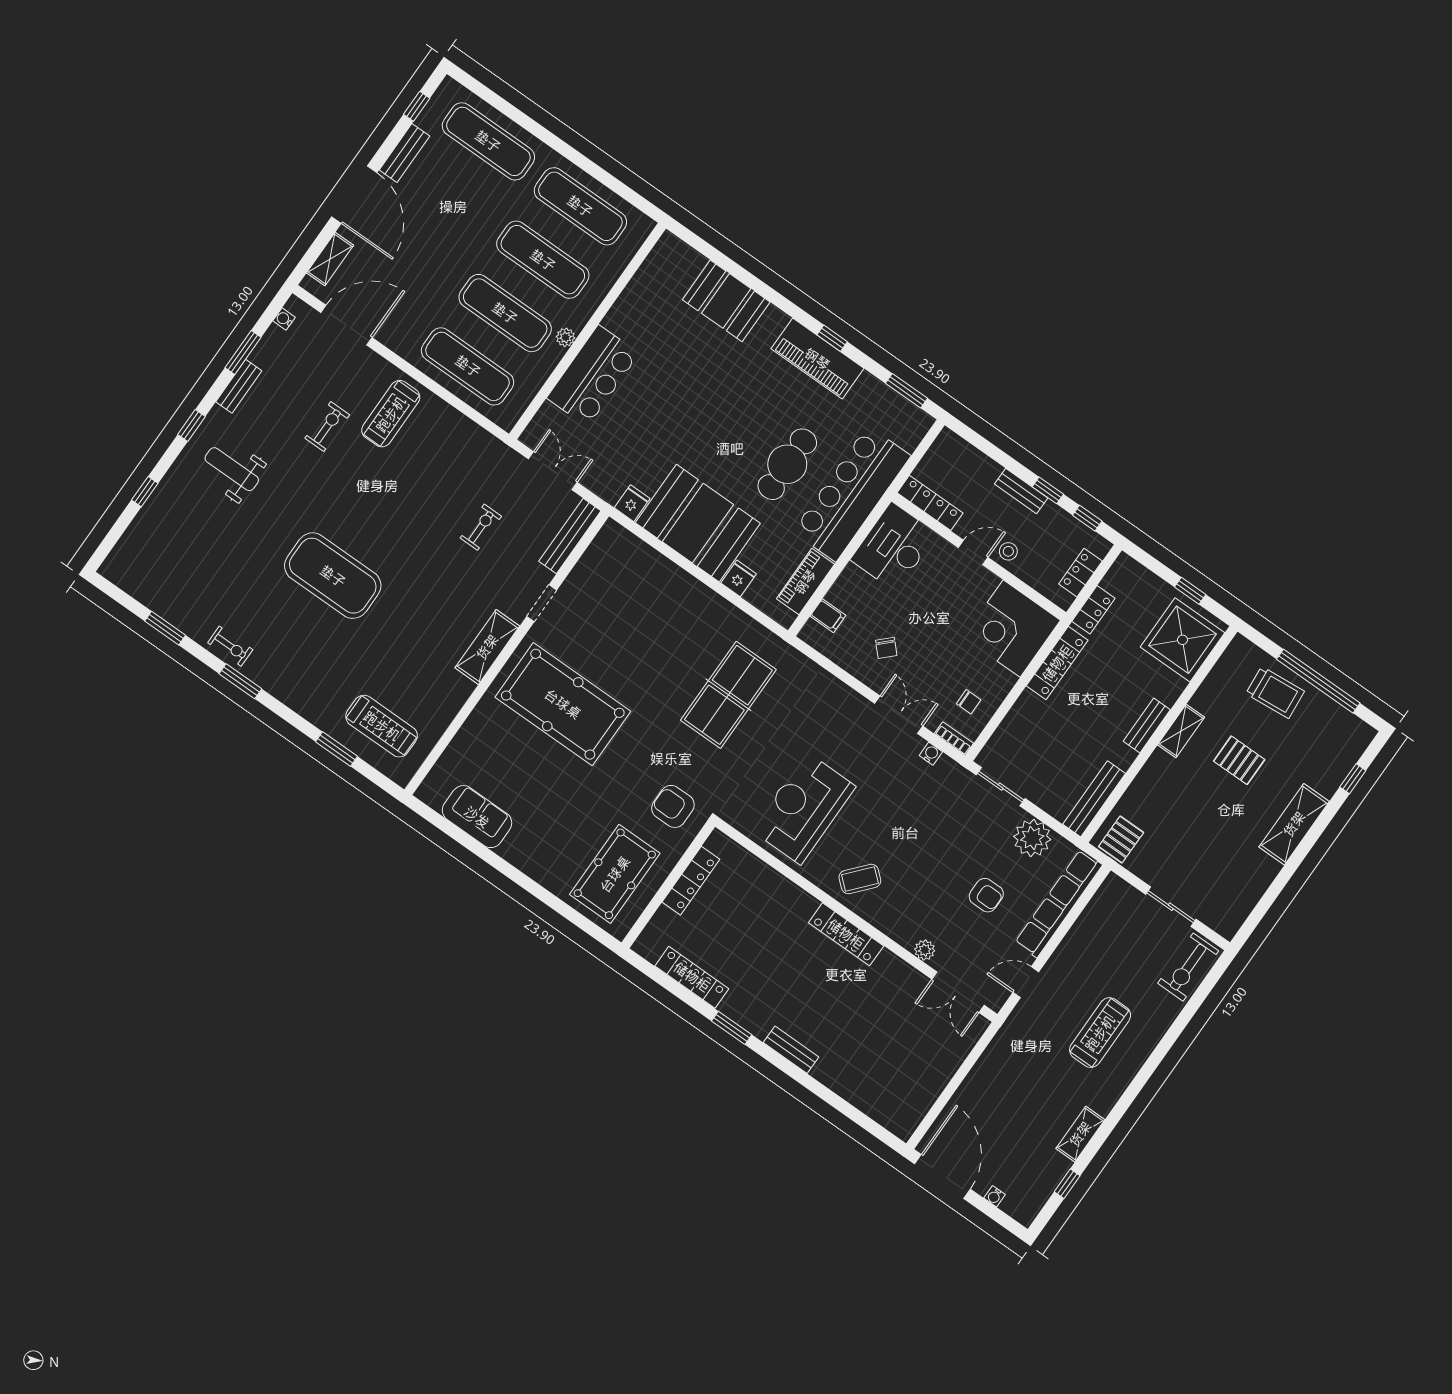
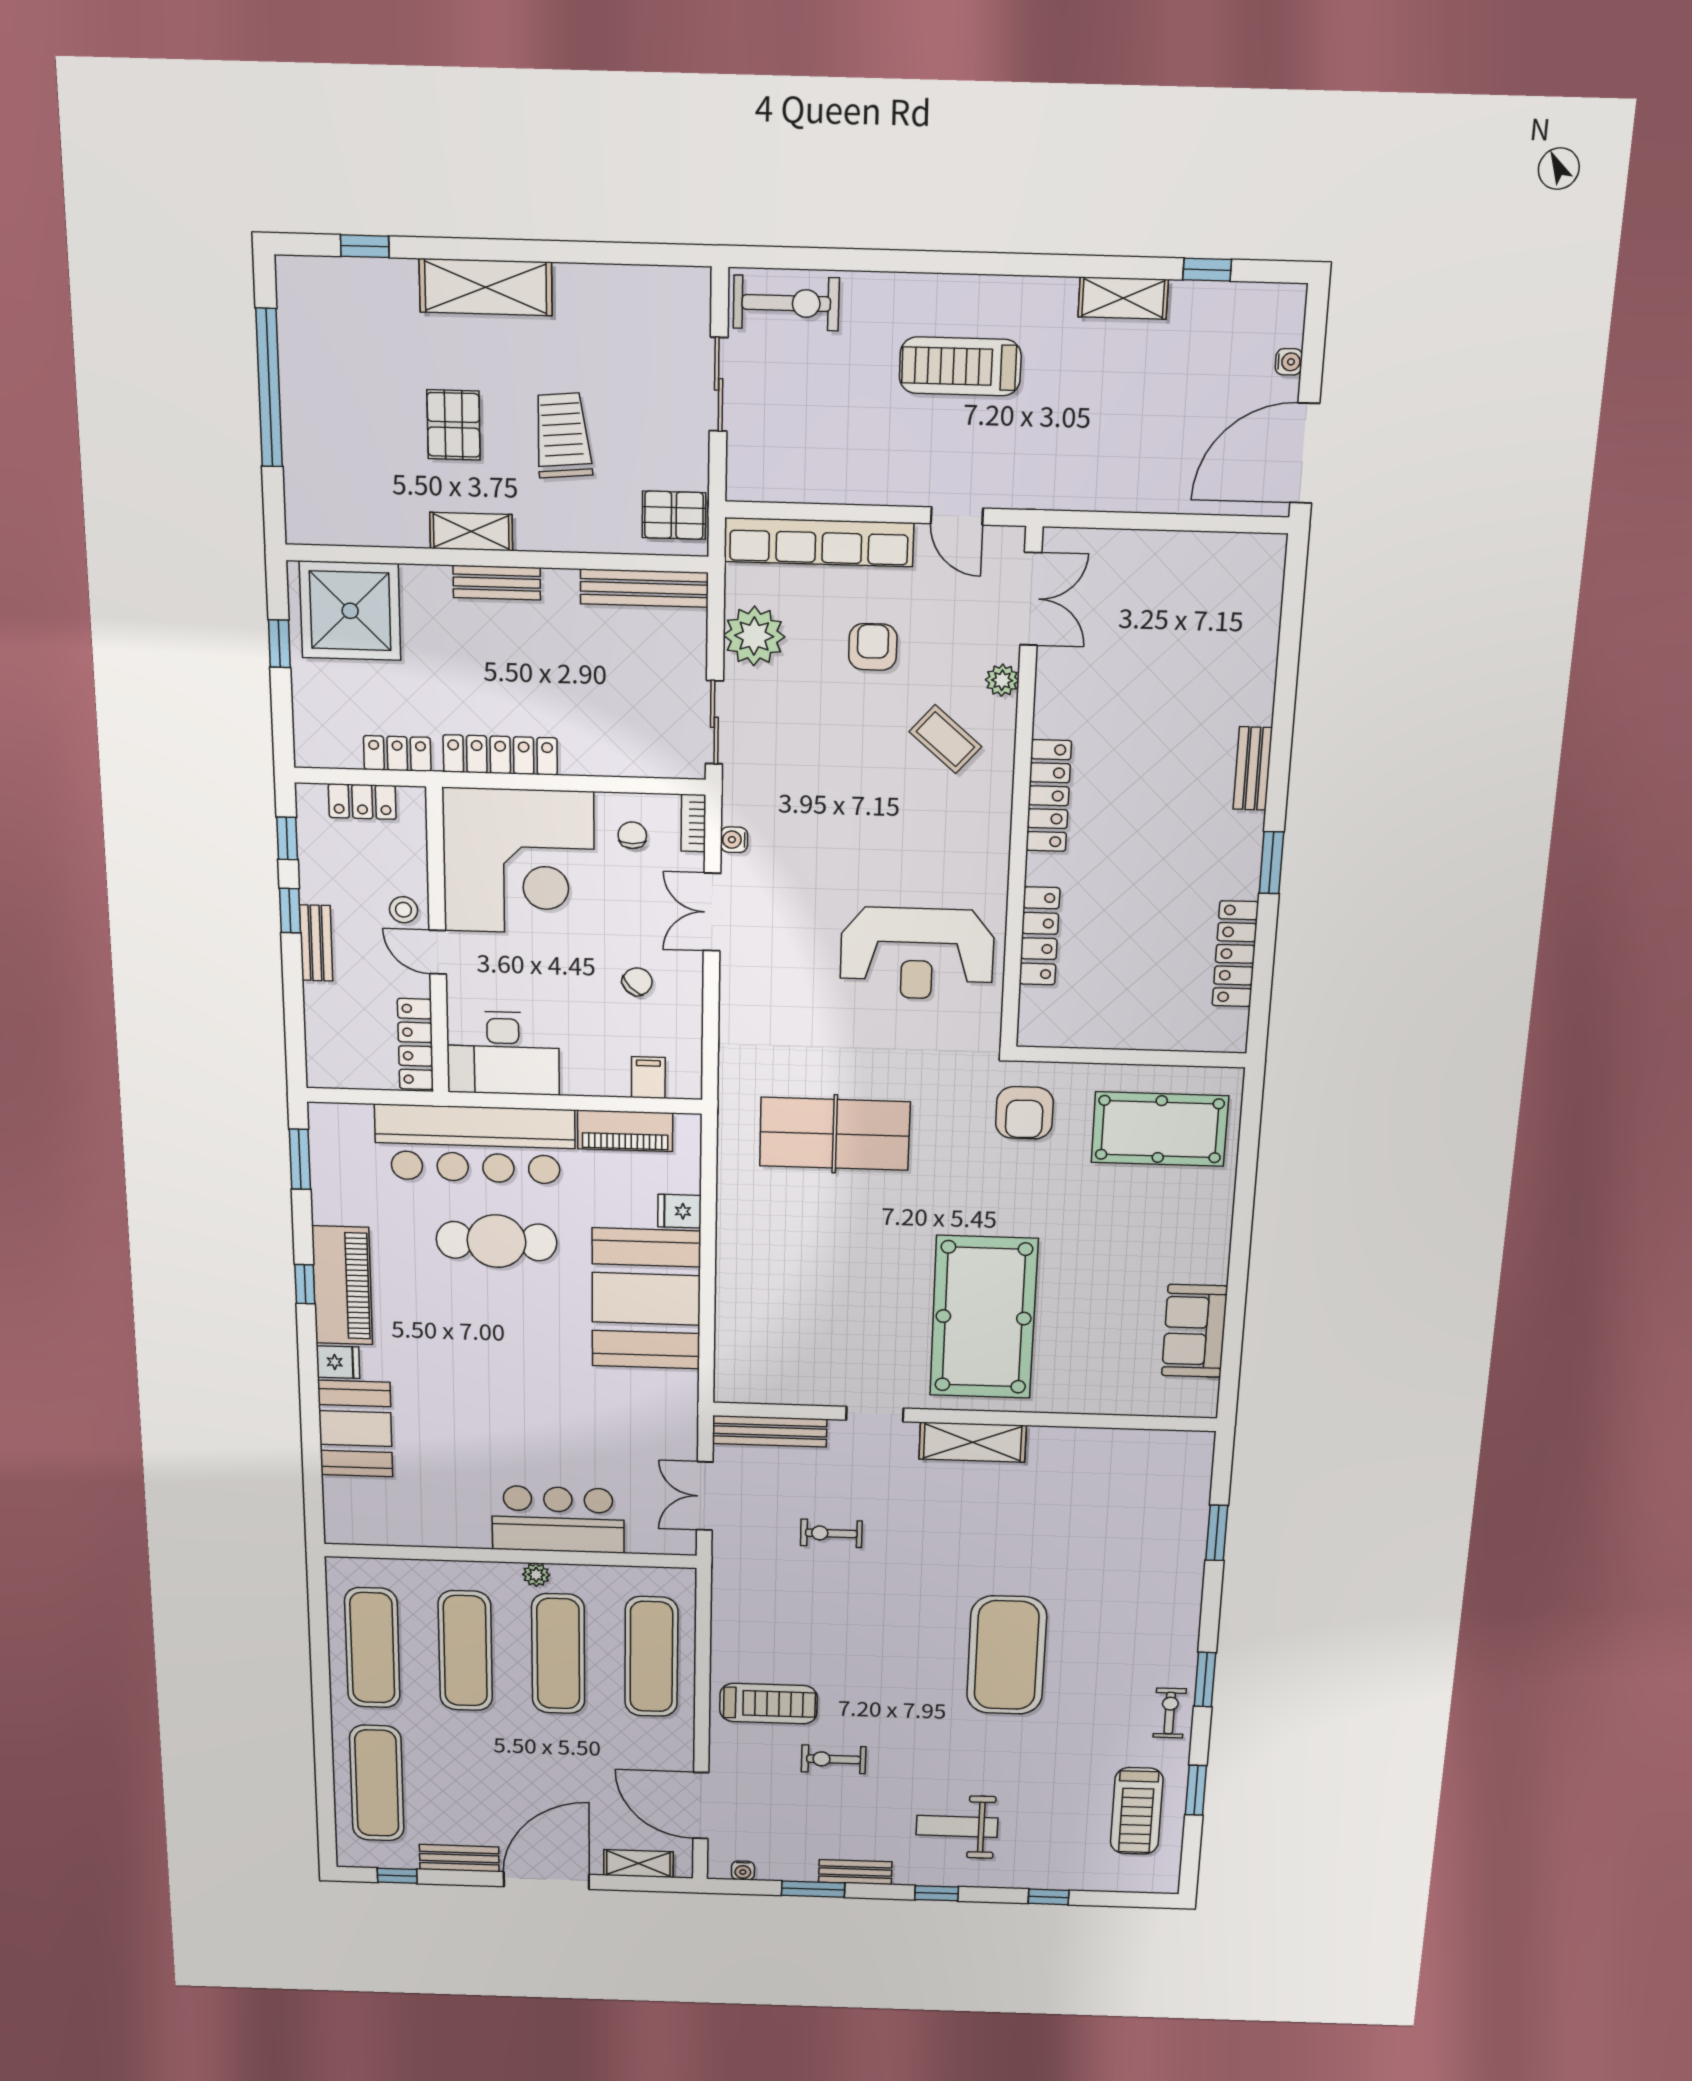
weight bench: (232, 469) -> (957, 1826), turned 90
fridge: (632, 503) -> (338, 1362), moved, turned 180
corner desk: (1012, 629) -> (519, 861), width x1.36, depth x1.36
trolley: (1275, 693) -> (562, 435), moved
treadmill: (382, 726) -> (1137, 1811), moved, turned 180
coffee table: (860, 879) -> (945, 739), moved
locker: (691, 881) -> (1039, 936), moved, turned 90

